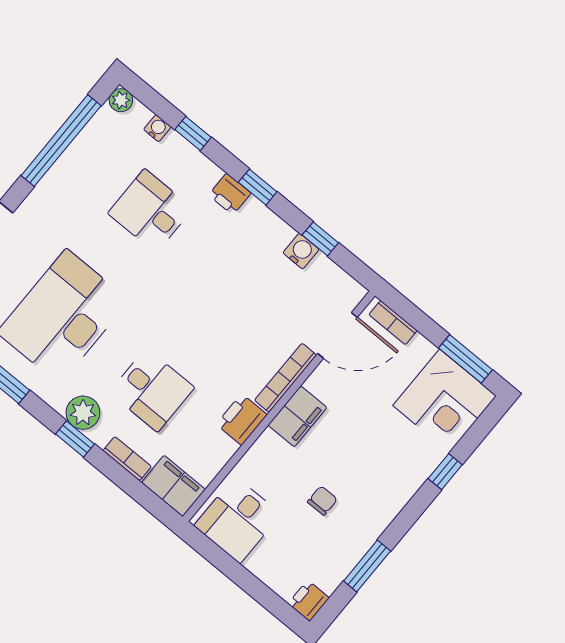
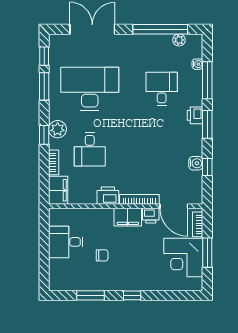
plant: (121, 100) -> (179, 40), moved
window: (193, 133) -> (207, 80), width x2.17
window: (258, 187) -> (207, 124), width x1.50
window: (465, 359) -> (207, 253), moved
corner desk: (445, 401) -> (183, 257), moved
window: (445, 472) -> (132, 295), moved
desk: (237, 520) -> (66, 242), moved
printer: (309, 601) -> (151, 216), moved, turned 180

